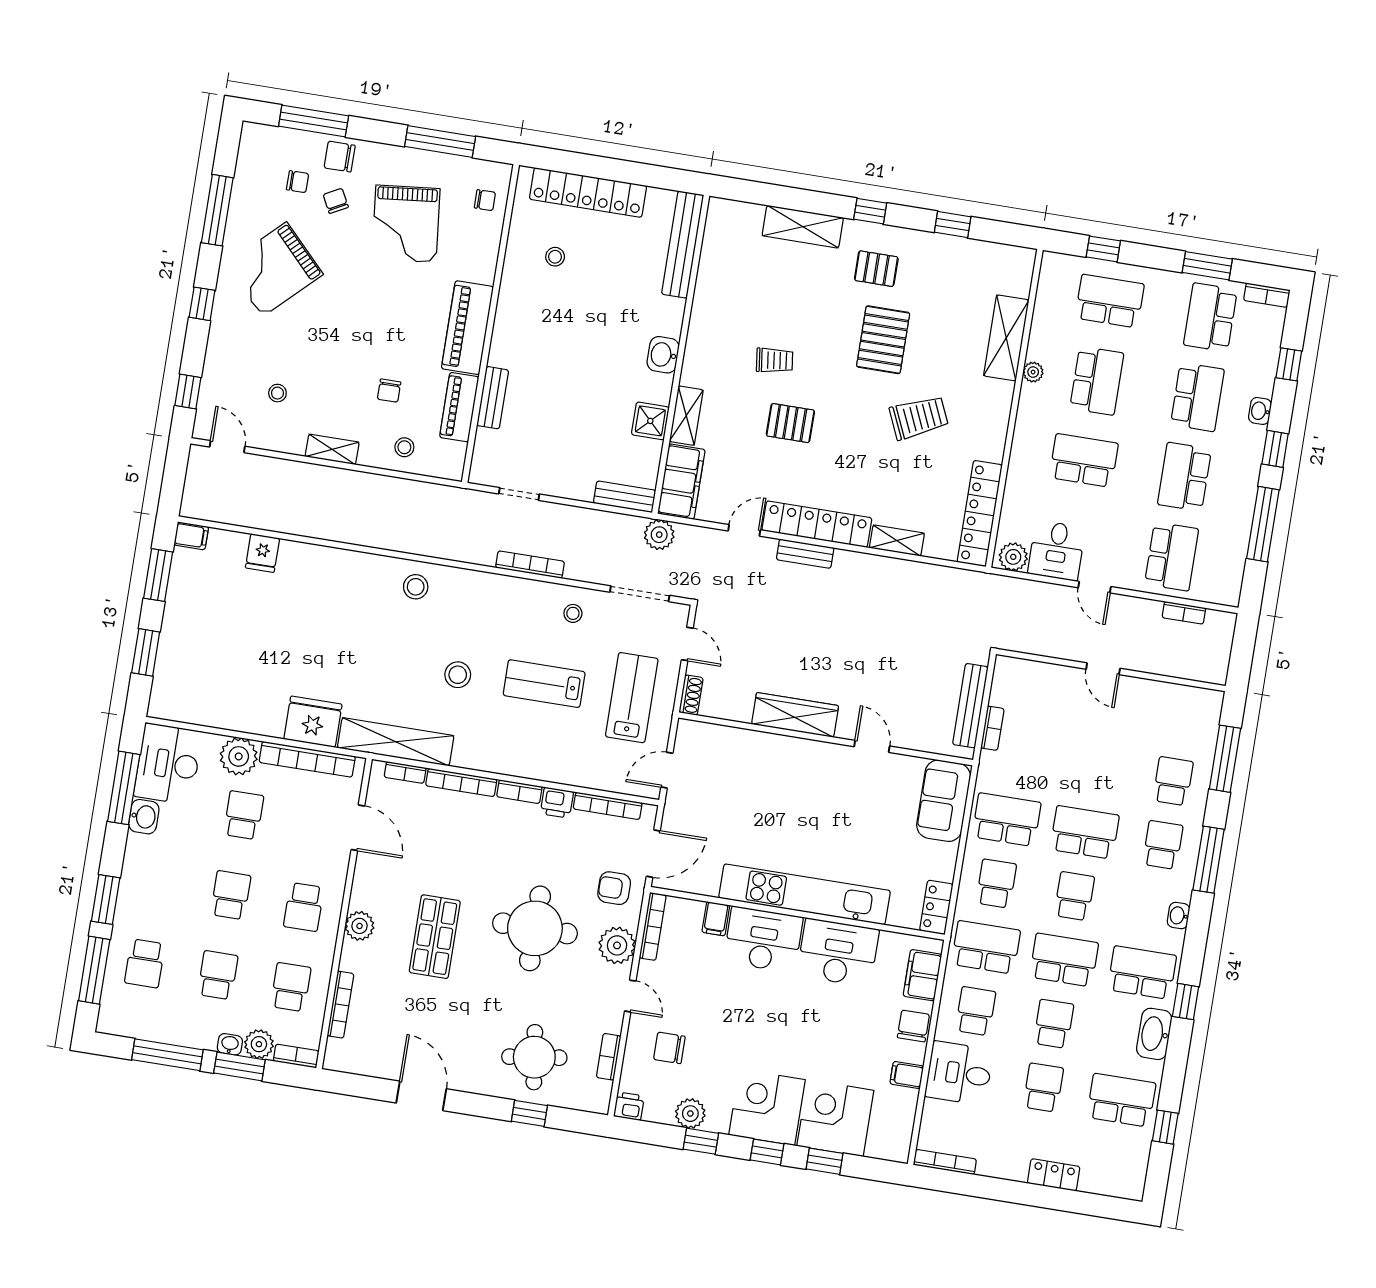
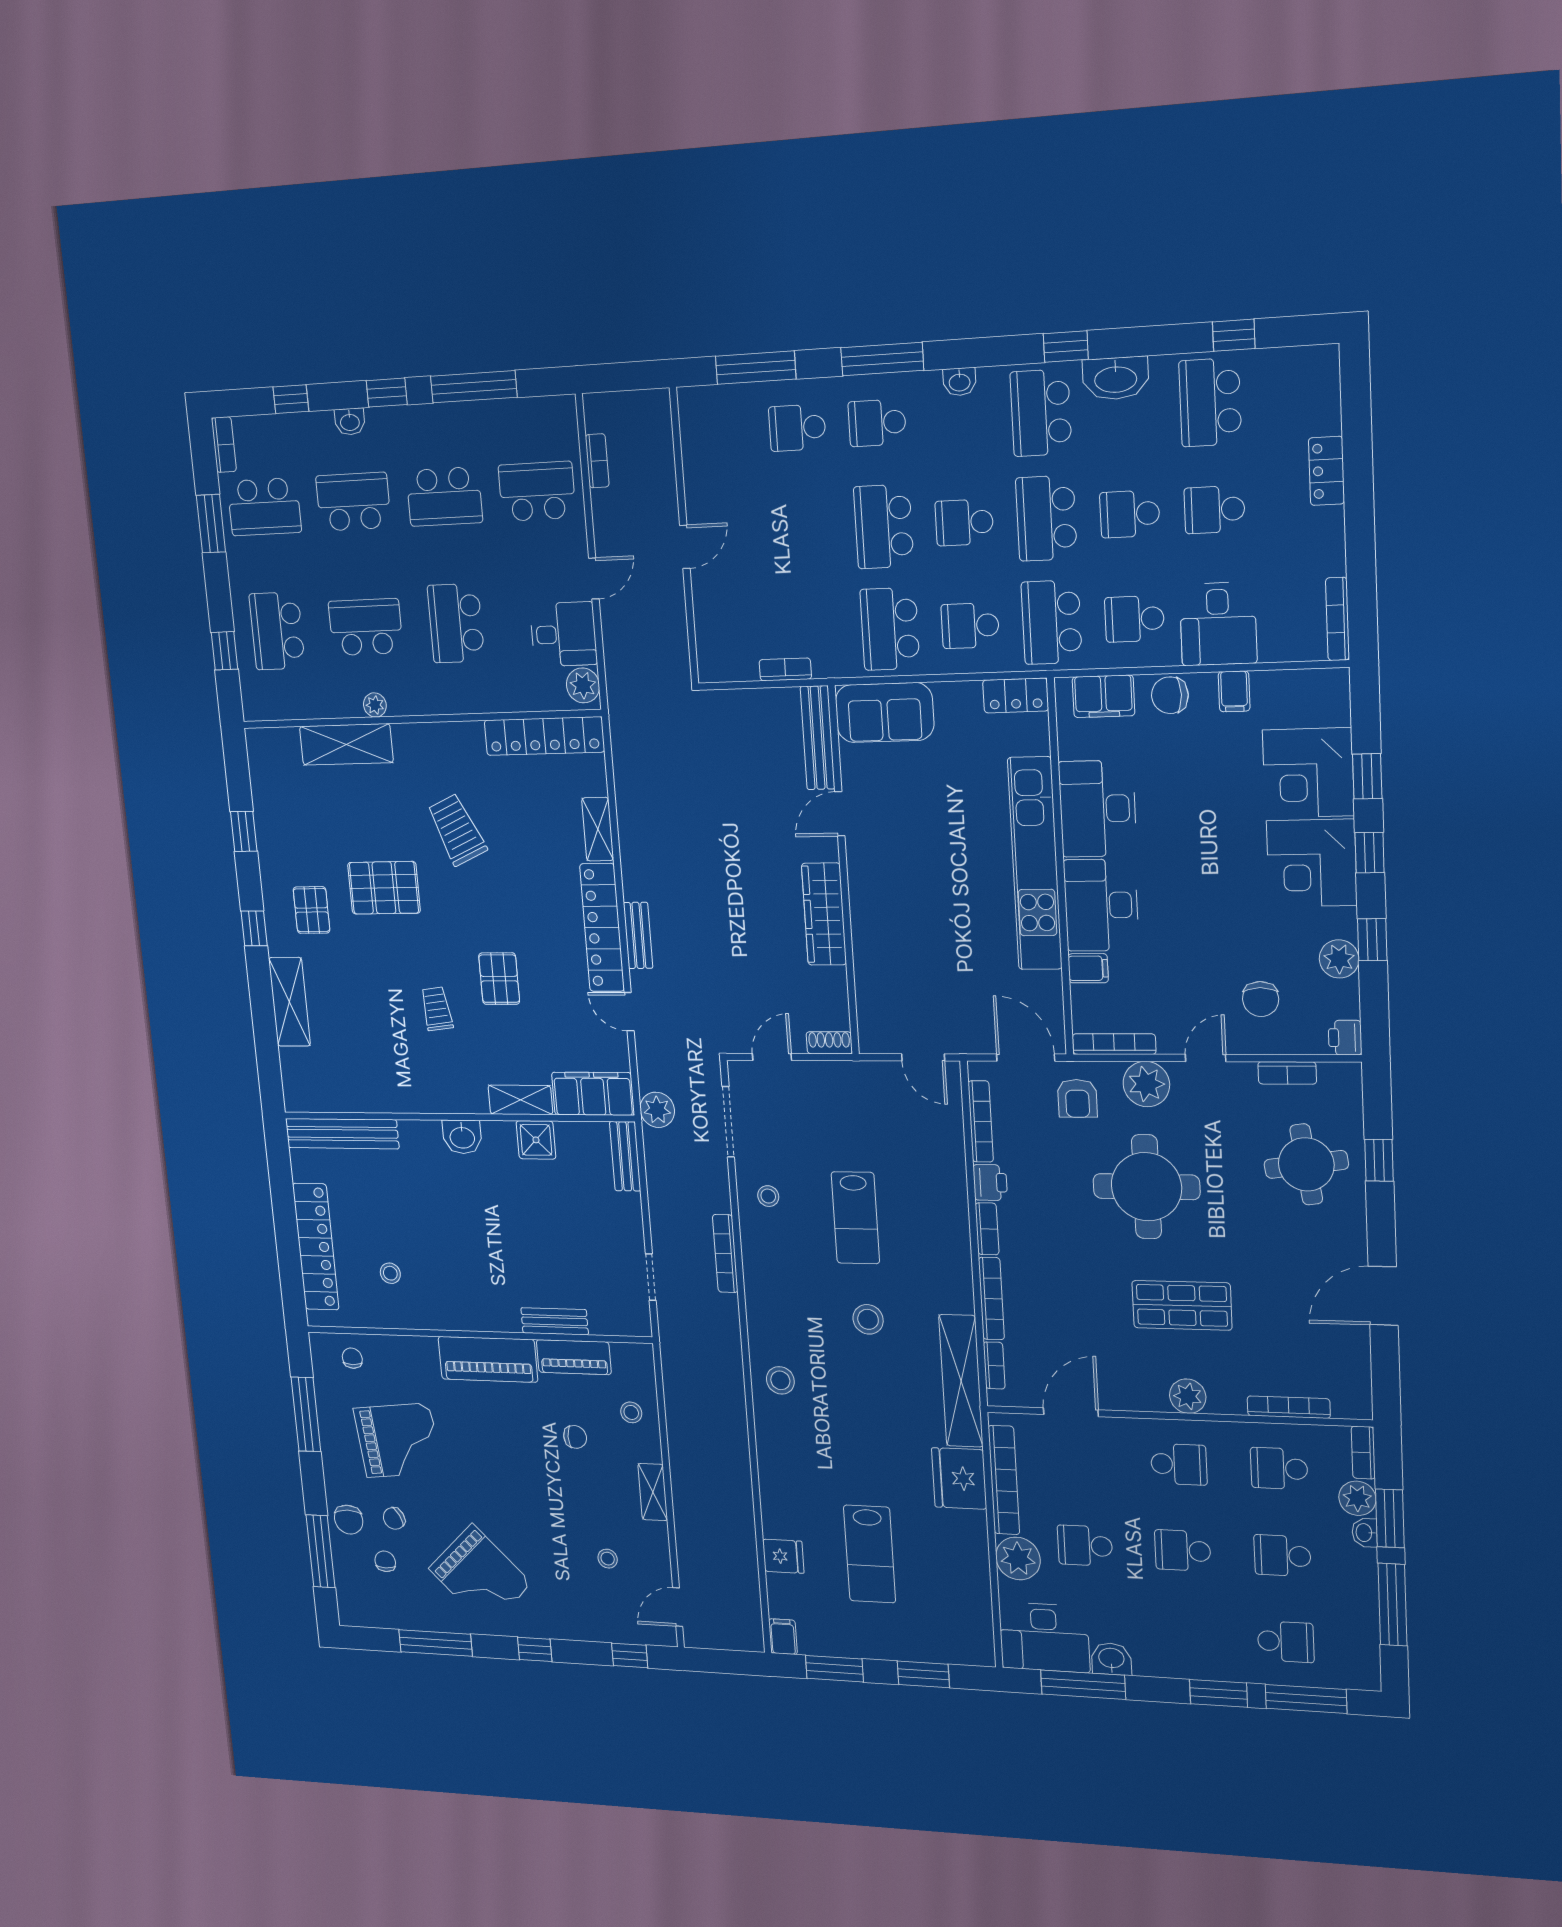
lab bench: (632, 698) -> (870, 1554), moved, turned -90
bench: (970, 706) -> (818, 738), moved, turned 90

